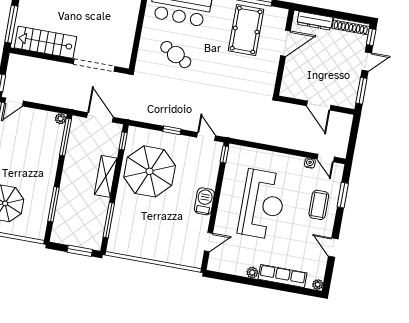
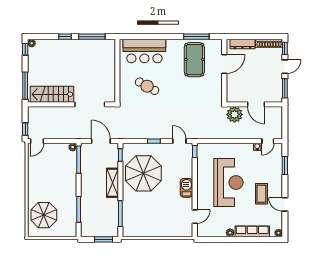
plant: (287, 114) -> (235, 114), added
door: (326, 158) -> (268, 141), hinge flipped
coffee table: (319, 205) -> (261, 194), moved

